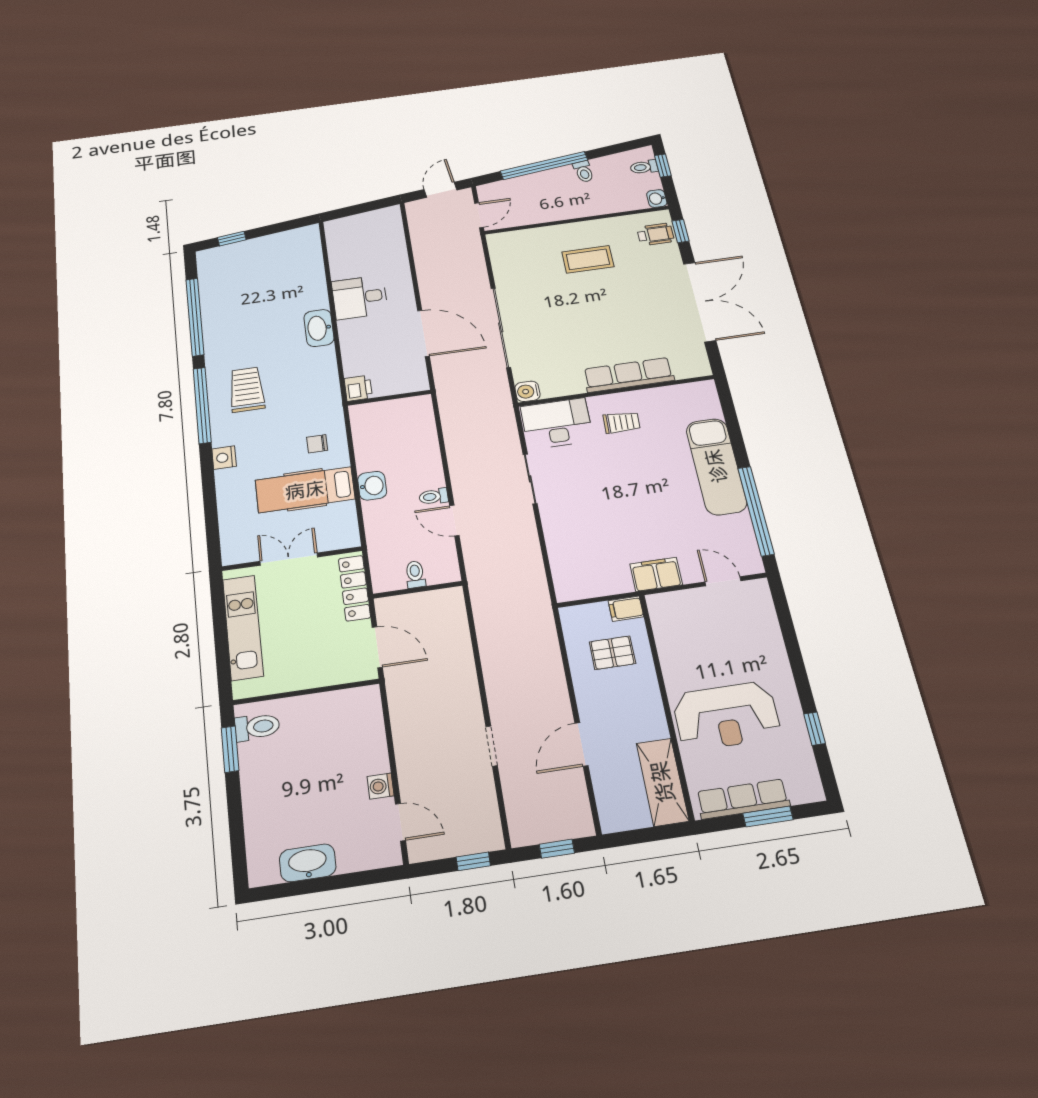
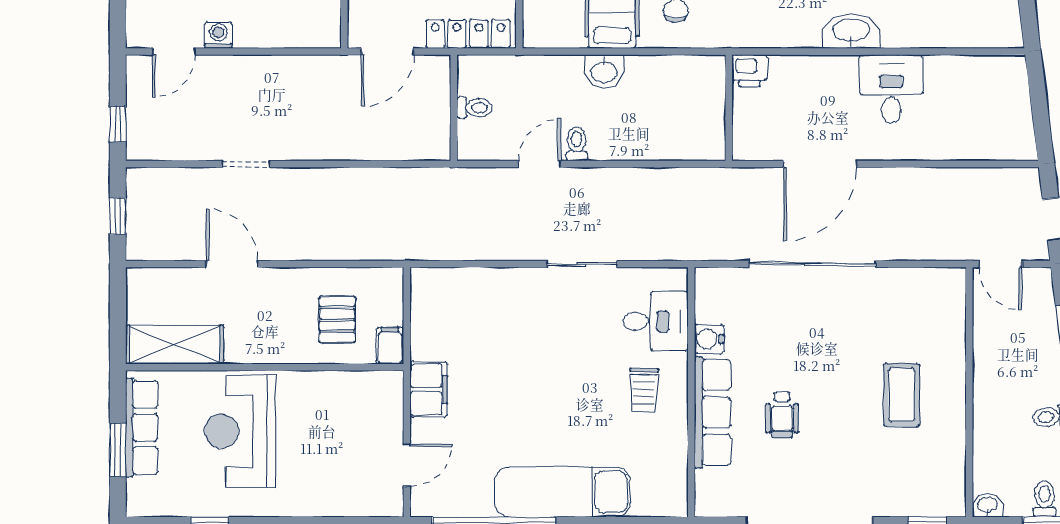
wheelchair: (655, 234) -> (782, 415), moved
water cooler: (527, 391) -> (709, 339), moved, turned -90
desk: (557, 423) -> (656, 321), width x0.73

